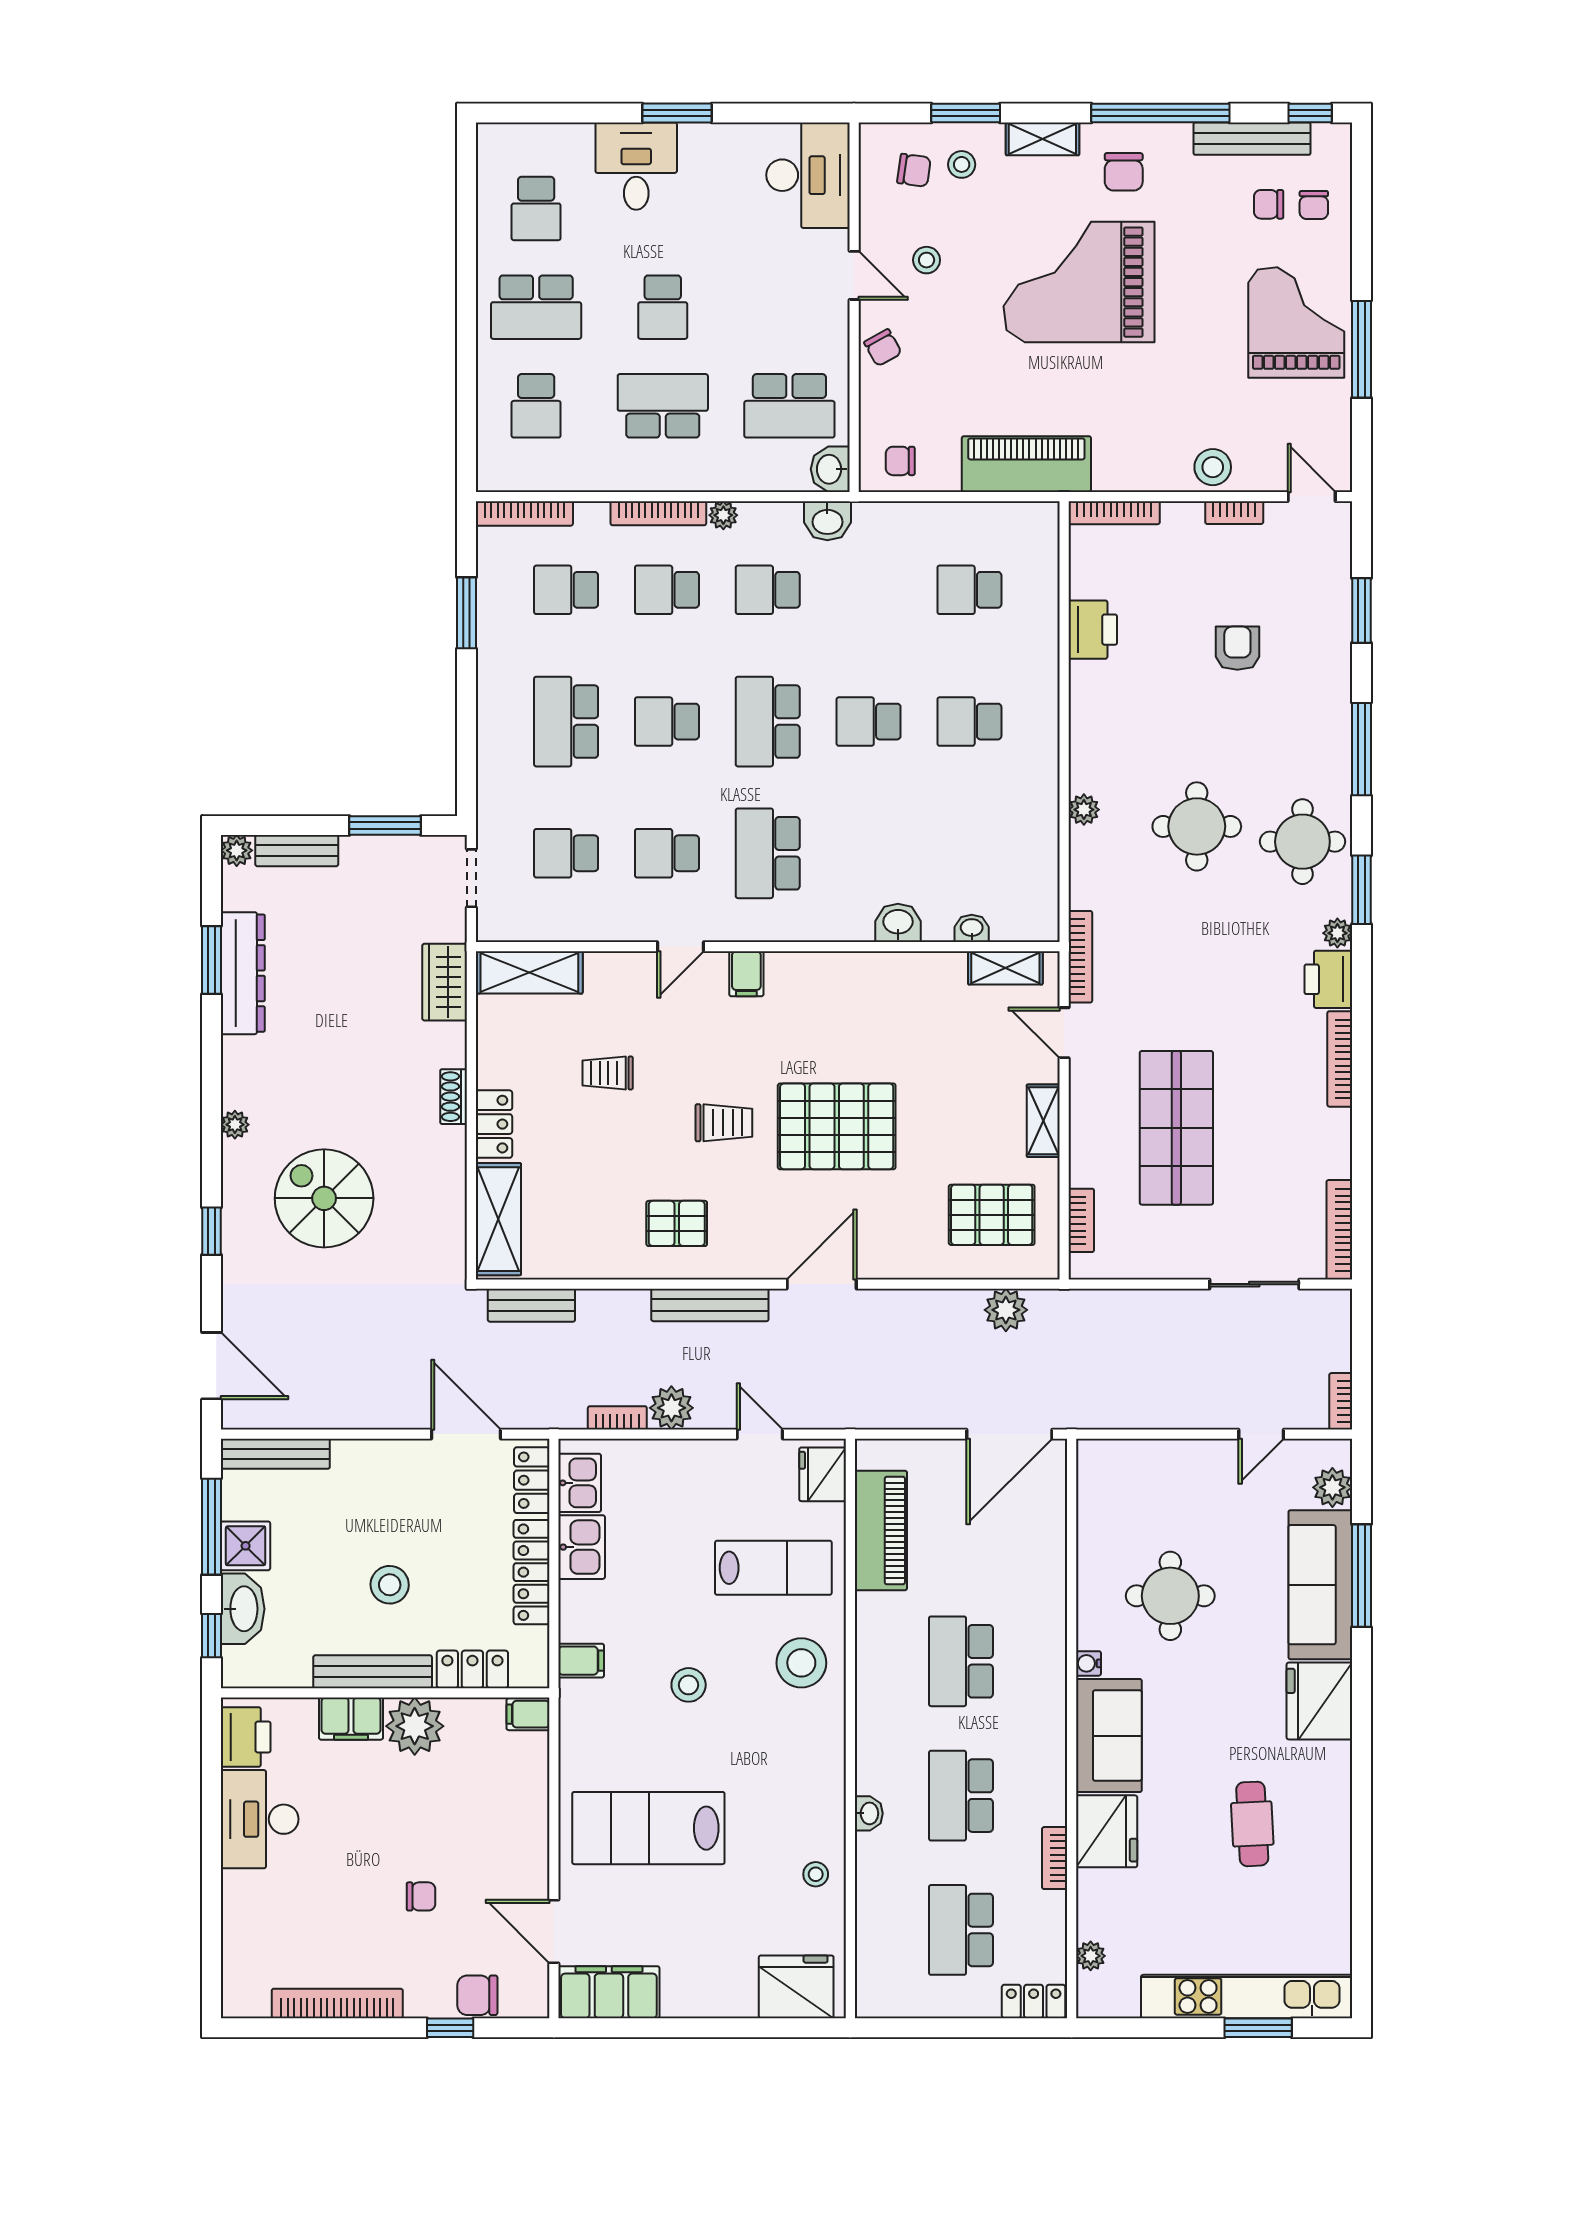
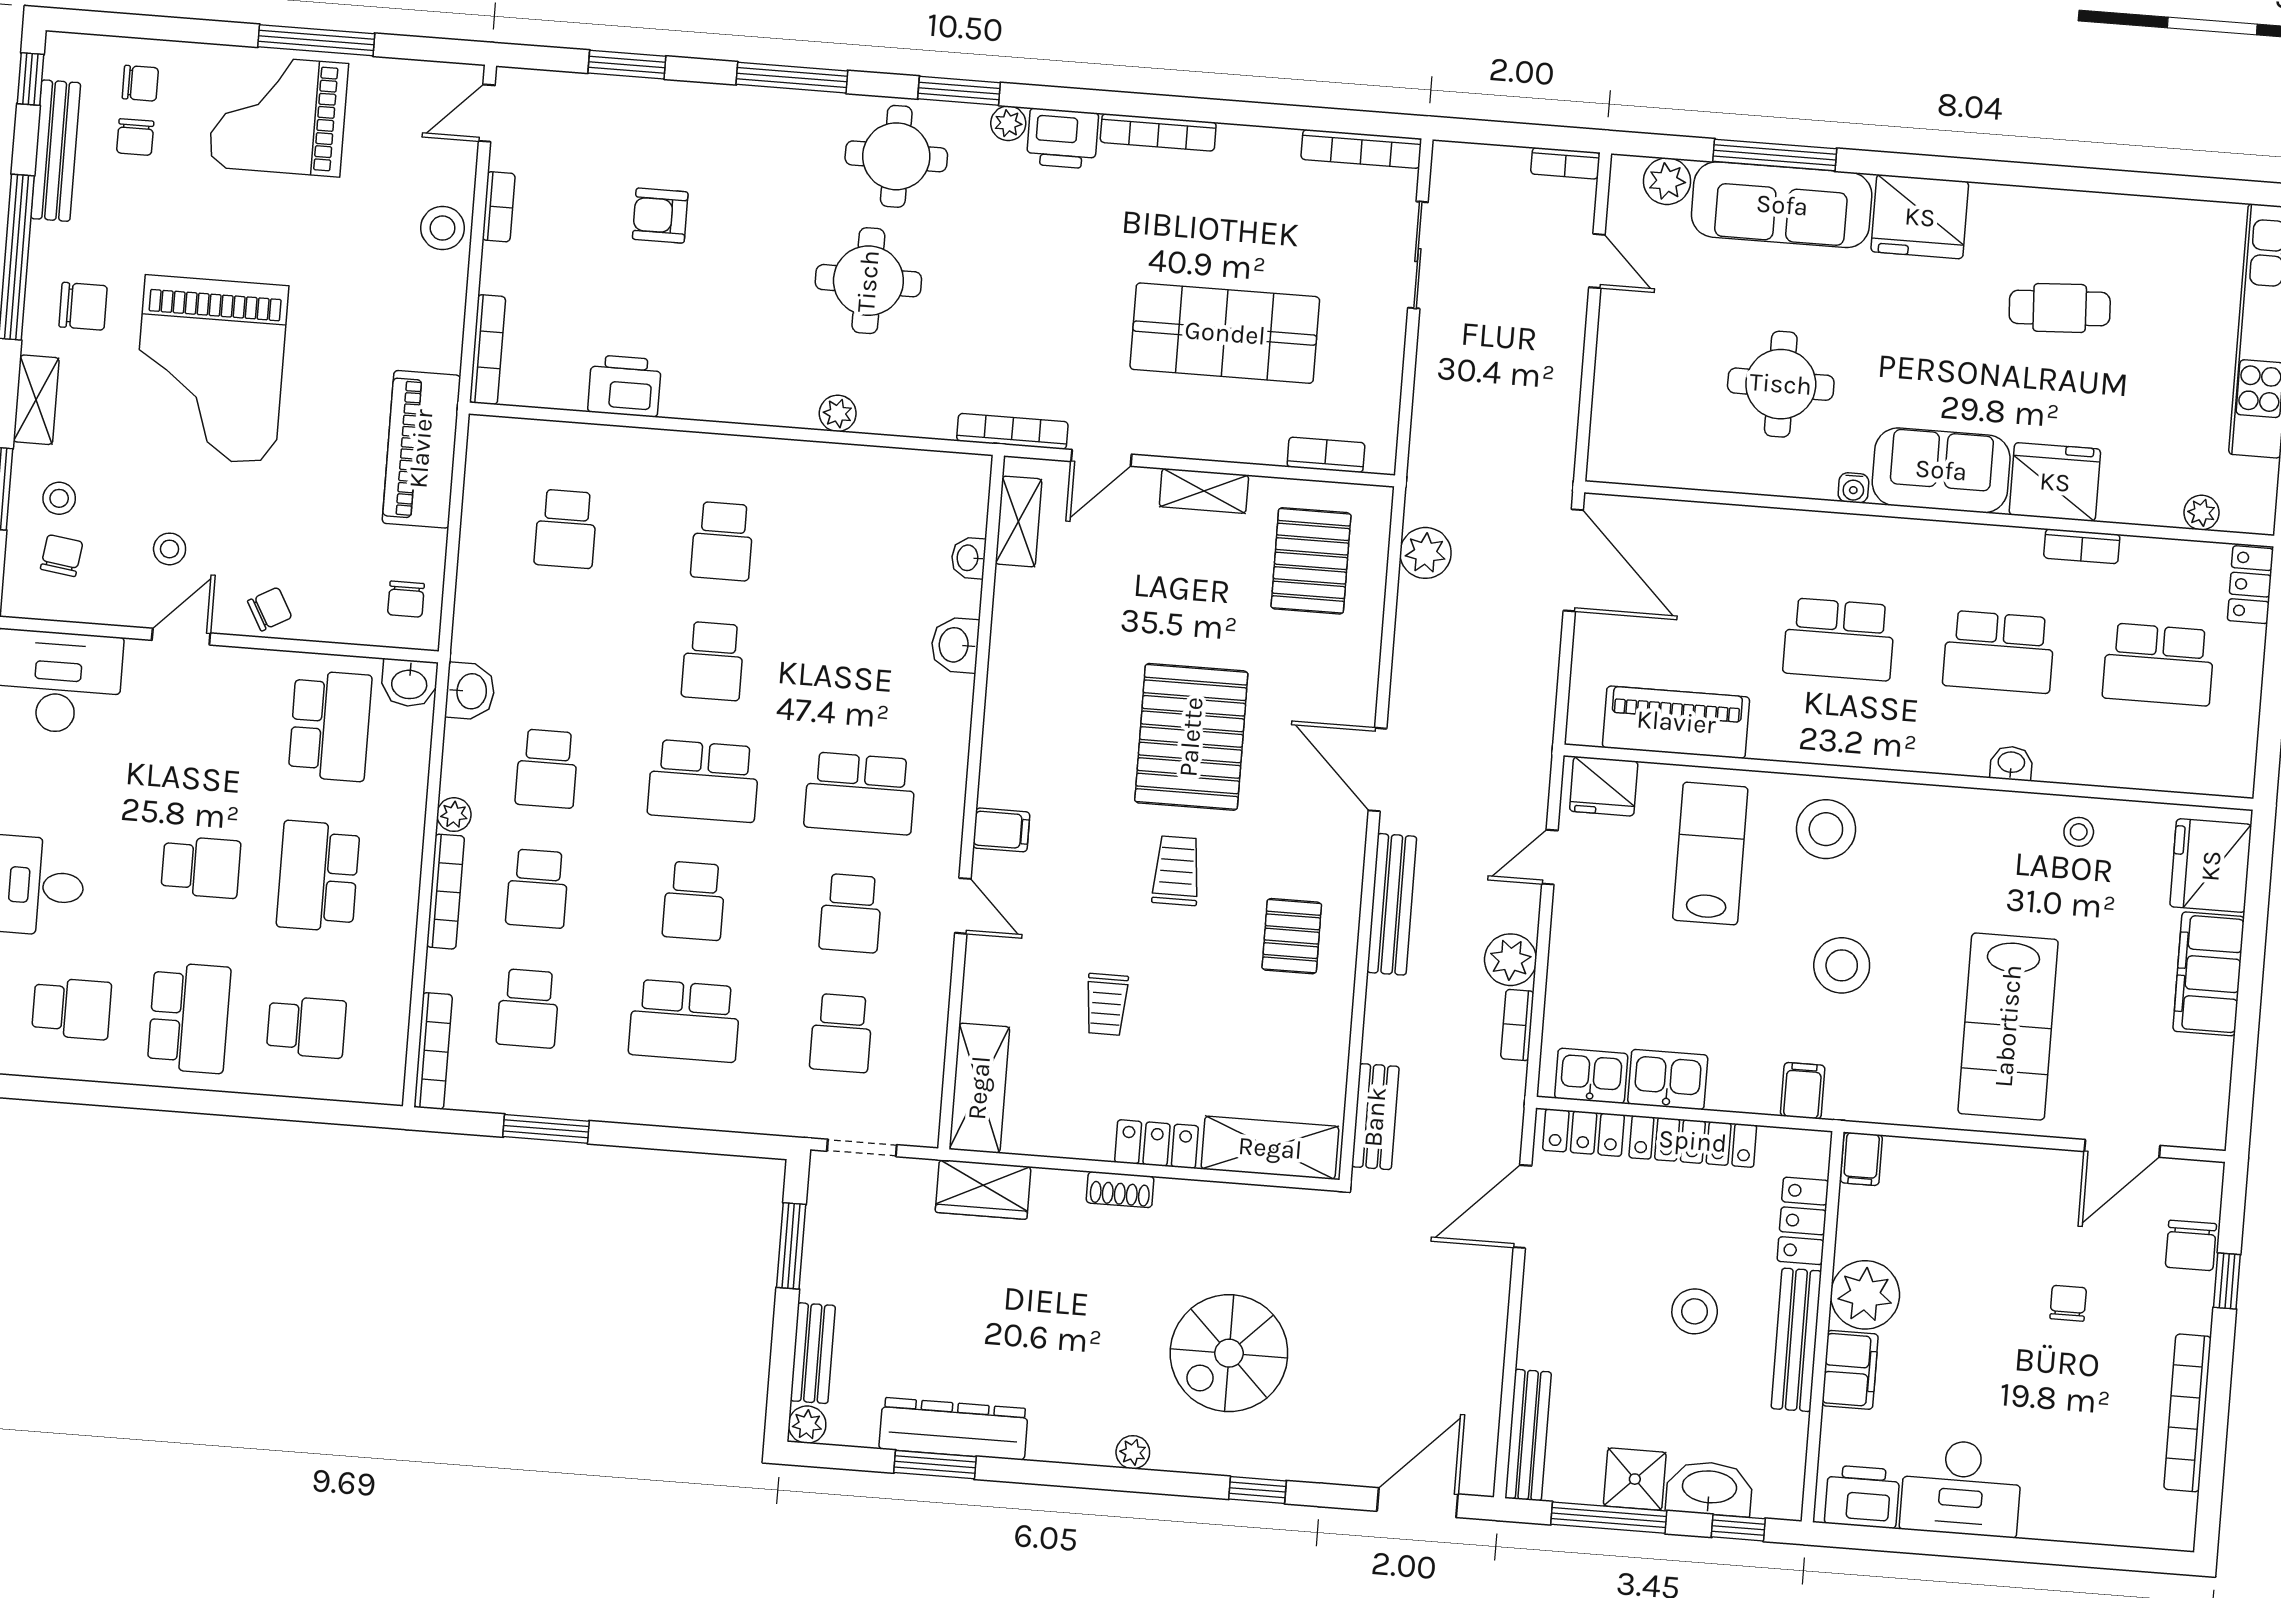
stool: (689, 1685) -> (1842, 965), width x1.38, depth x1.38
filing cabinet: (609, 1992) -> (2209, 974), moved

